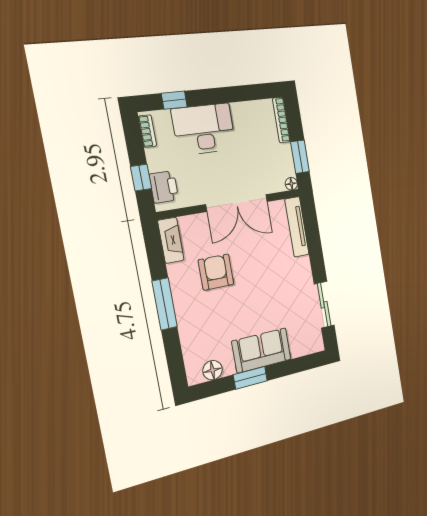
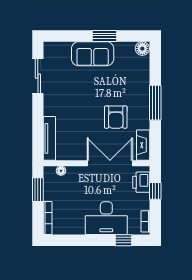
floor lamp: (291, 184) -> (61, 171), moved
double door: (237, 203) -> (110, 163), moved
floor lamp: (213, 370) -> (142, 49), moved

